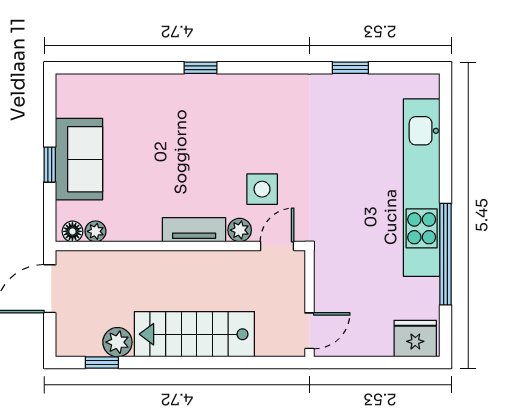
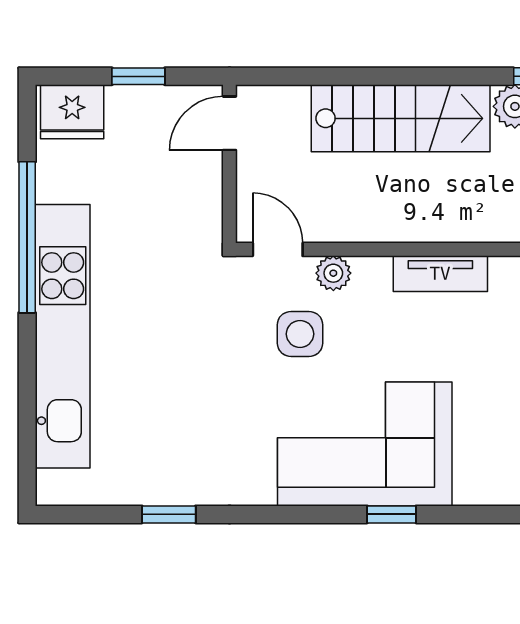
corner sofa: (219, 115) -> (365, 444), added
tv unit: (194, 230) -> (440, 274), moved
door: (277, 246) -> (278, 249), swing flipped
window: (371, 362) -> (138, 76), added

